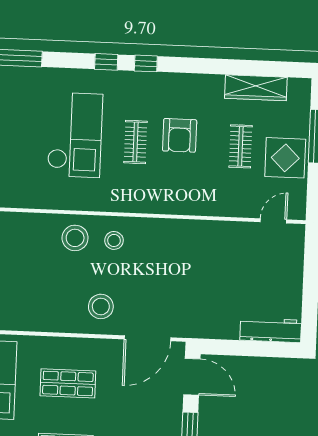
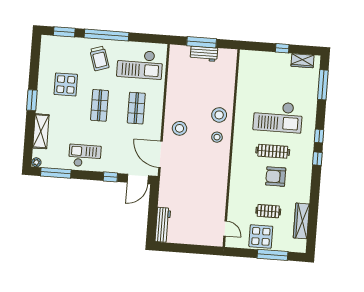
clothes rail: (136, 142) -> (273, 151), width x1.36

